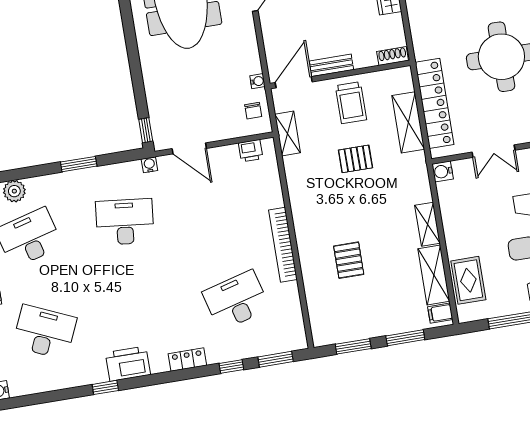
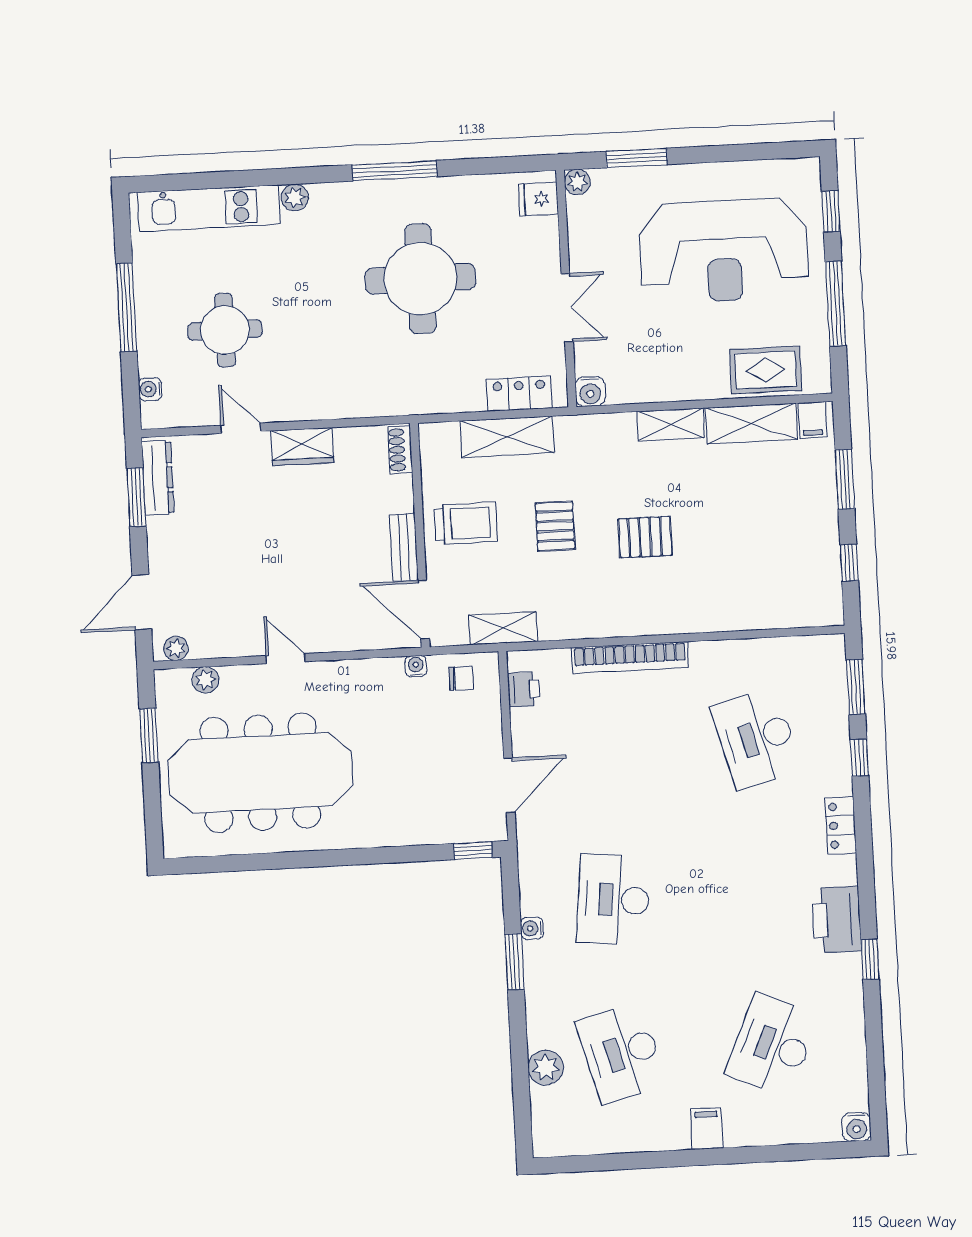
locker: (434, 103) -> (519, 394), width x0.46, depth x0.83
water cooler: (149, 165) -> (532, 928), moved
bookcase: (283, 245) -> (630, 658), moved
pallet: (349, 260) -> (645, 537), moved
window: (353, 346) -> (849, 563), width x0.67

